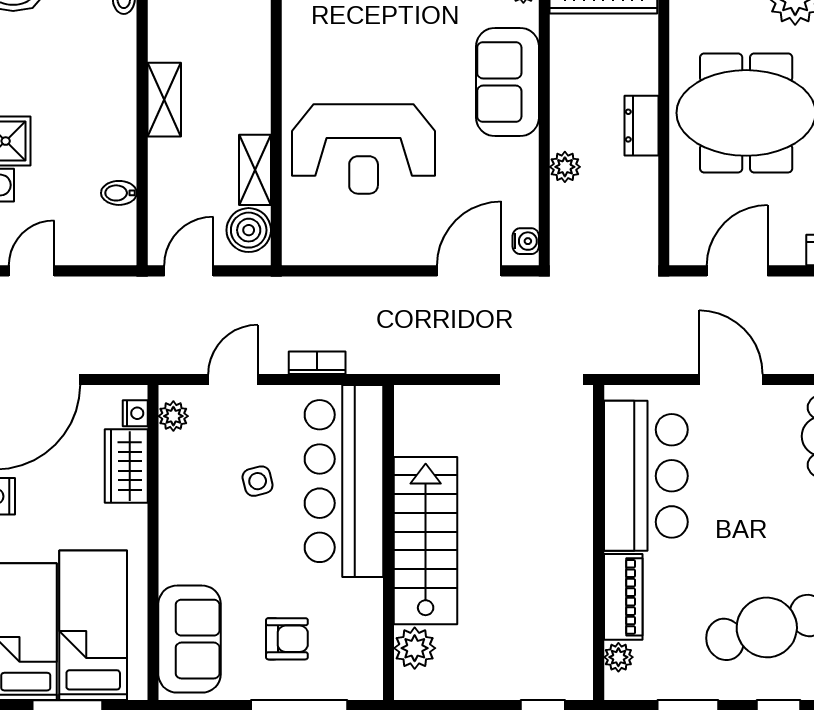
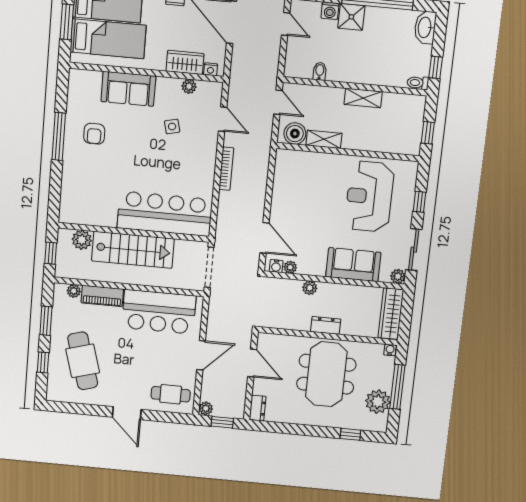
reception desk: (364, 149) -> (369, 196), moved
plant: (525, 212) -> (290, 267), added
bookcase: (317, 363) -> (226, 169), width x1.56
plant: (173, 416) -> (189, 86), moved
bar counter: (344, 481) -> (165, 214), moved
stairs: (426, 541) -> (133, 250), moved
wall: (389, 543) -> (133, 232), moved
sofa: (190, 639) -> (128, 89), moved
plant: (415, 648) -> (82, 240), moved

